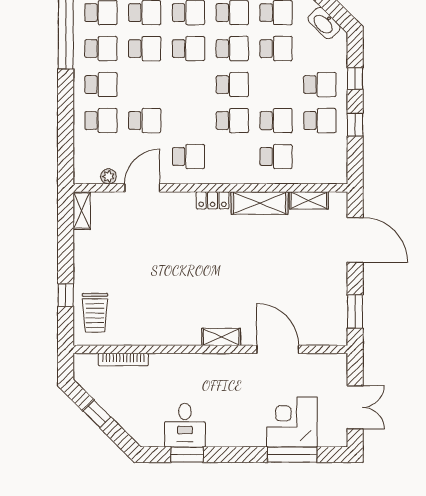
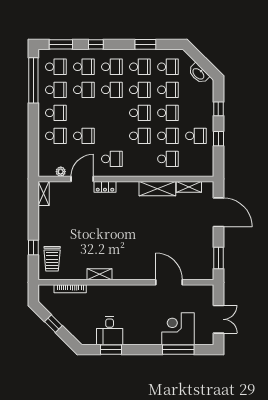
school desk: (320, 85) -> (168, 113), moved
locker: (213, 200) -> (105, 187), moved
shelving: (221, 337) -> (100, 274), moved

